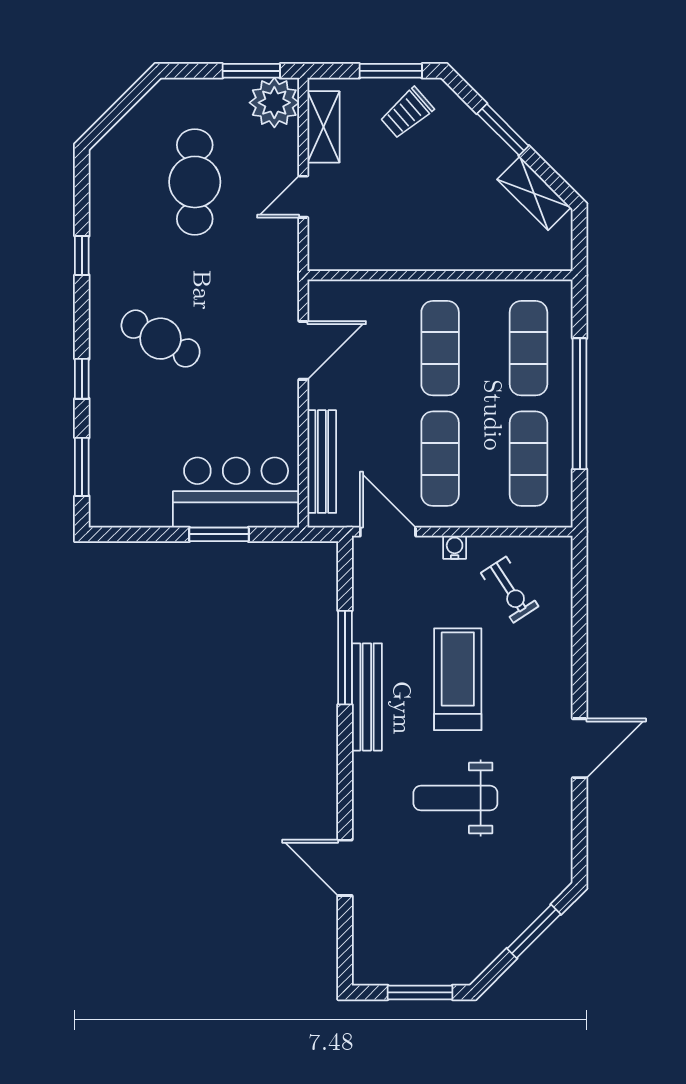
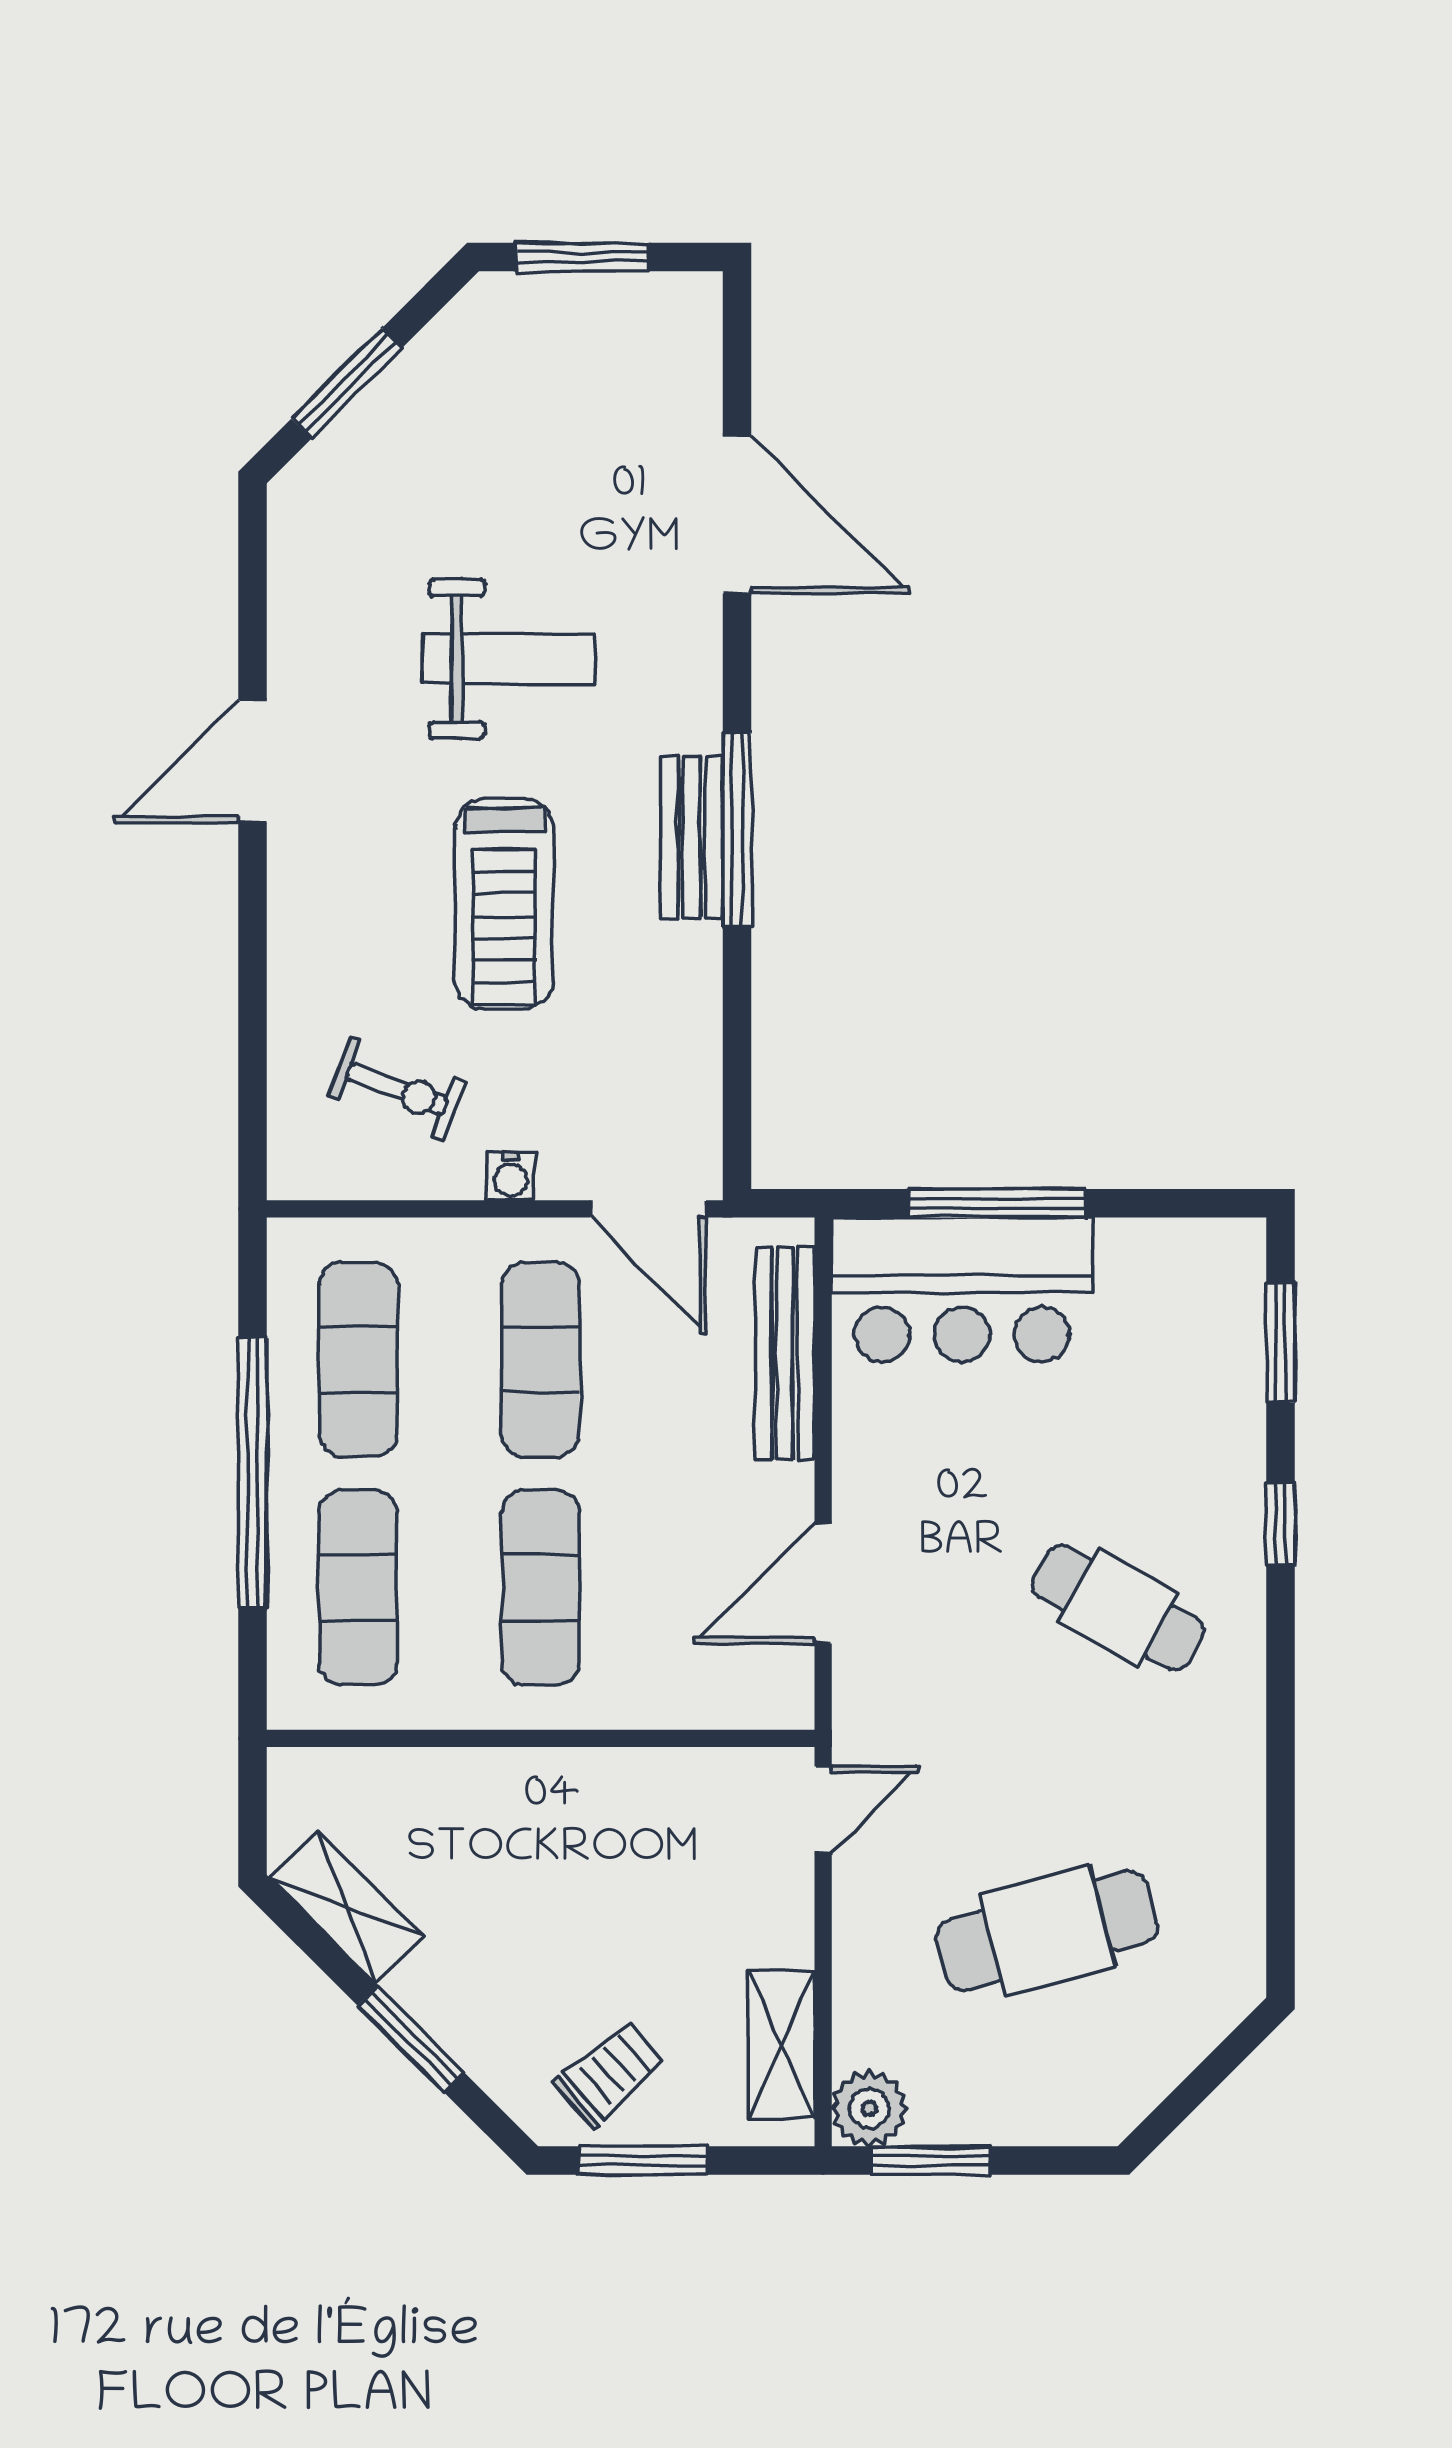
plant: (274, 103) -> (869, 2109), width x0.73, depth x0.73
cafe table: (195, 182) -> (1047, 1931), turned 75
door: (303, 197) -> (823, 1810), moved
window: (82, 256) -> (1281, 1779), removed
window: (219, 534) -> (997, 1203), width x1.44
exercise bike: (510, 590) -> (397, 1089), turned 144
window: (345, 658) -> (737, 829), moved
bench: (367, 697) -> (692, 838), width x0.73
door: (345, 868) -> (737, 515), width x1.36

